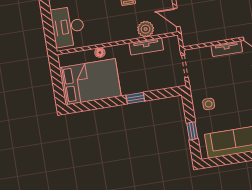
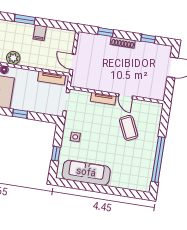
plant: (146, 29) -> (13, 58), moved
tv unit: (146, 46) -> (52, 78), moved

